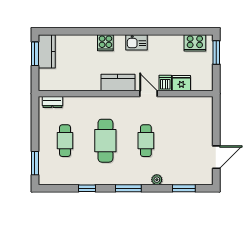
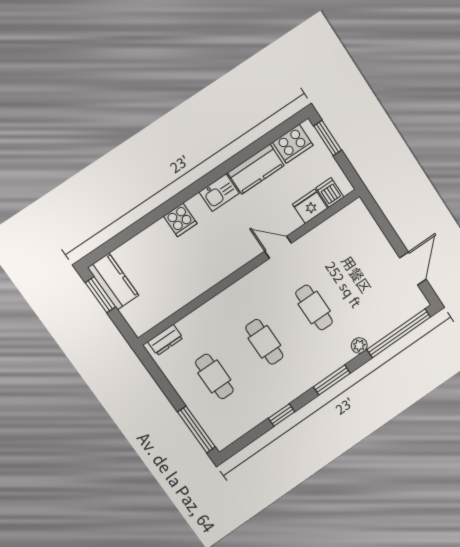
kitchen counter: (118, 82) -> (256, 169), moved, turned 180
dishwasher: (165, 83) -> (330, 192), moved
cafe table: (105, 141) -> (264, 342), width x0.73, depth x0.74
window: (35, 163) -> (196, 429), width x1.44
window: (184, 188) -> (399, 333), width x2.11

